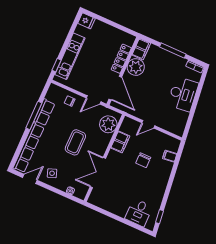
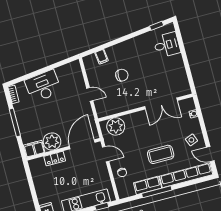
locker: (121, 59) -> (55, 159), width x0.66
coffee table: (75, 142) -> (161, 154), moved
filing cabinet: (120, 142) -> (122, 105), removed

